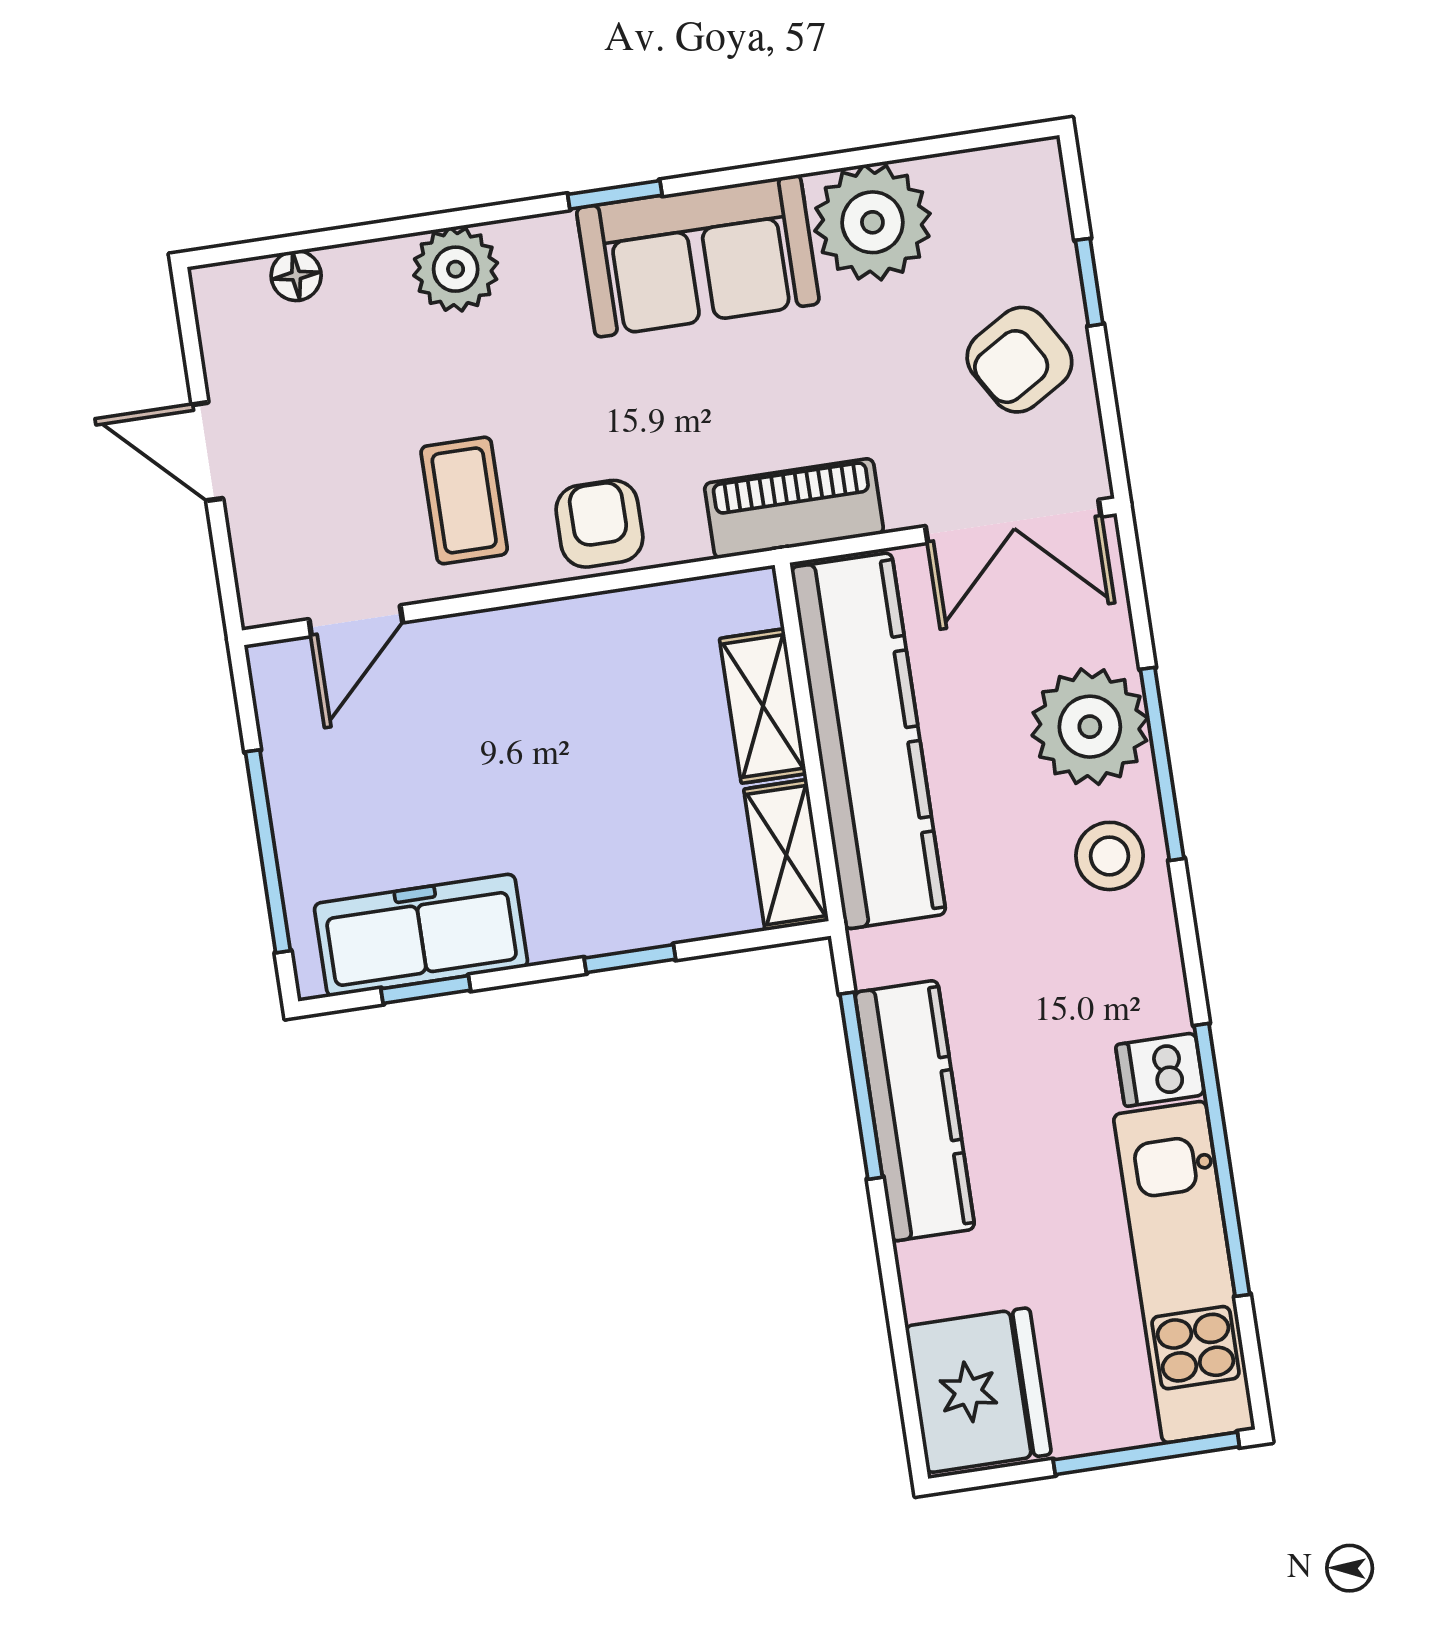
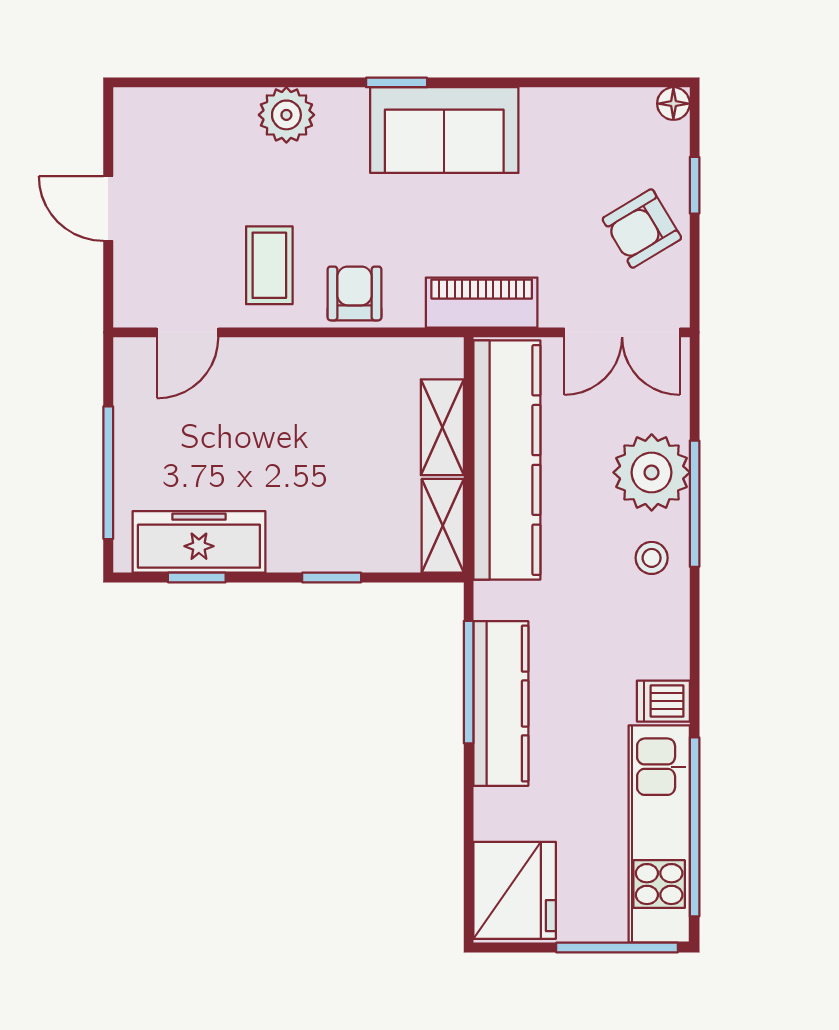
plant: (872, 222) -> (560, 125), removed
floor lamp: (296, 276) -> (673, 104), moved
stool: (1110, 856) -> (652, 558), width x0.73, depth x0.73
window: (1222, 1160) -> (695, 827), moved

